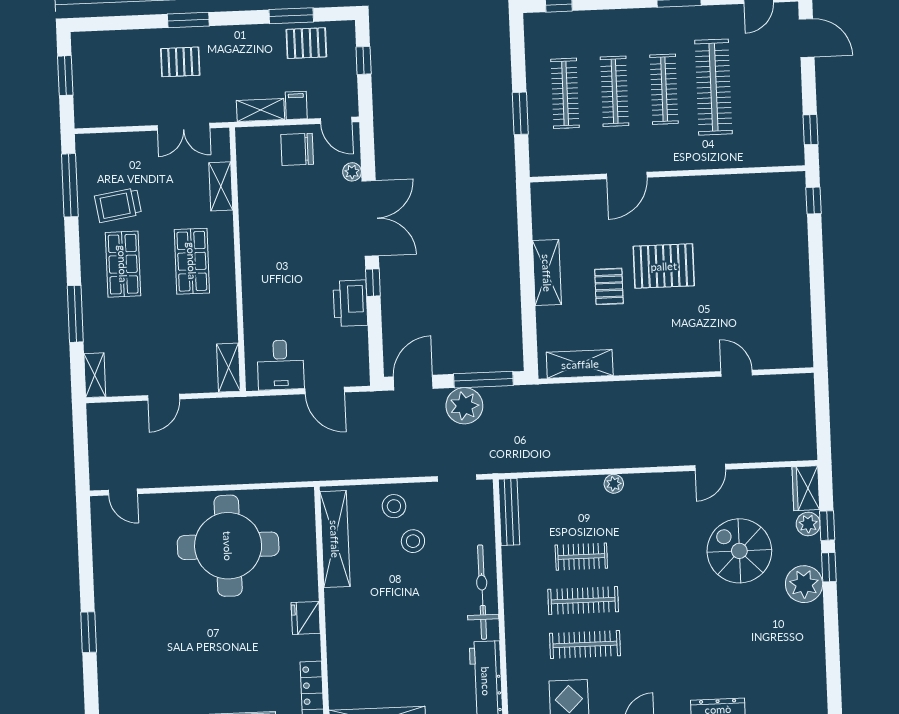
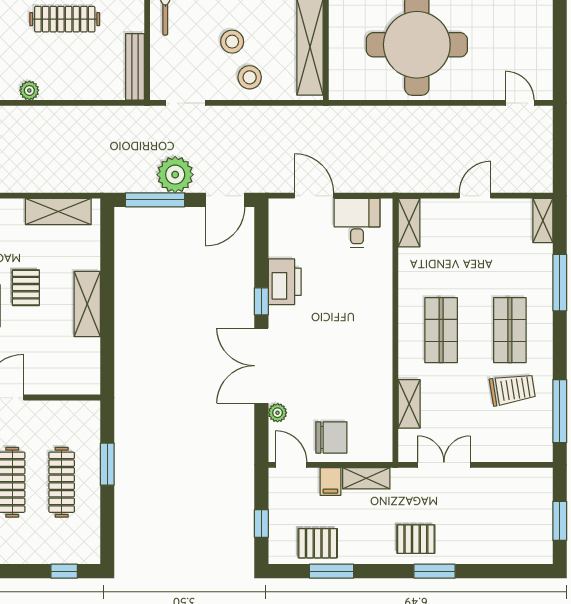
pallet: (180, 62) -> (416, 539), moved
clothes rail: (581, 557) -> (65, 19), width x1.36

